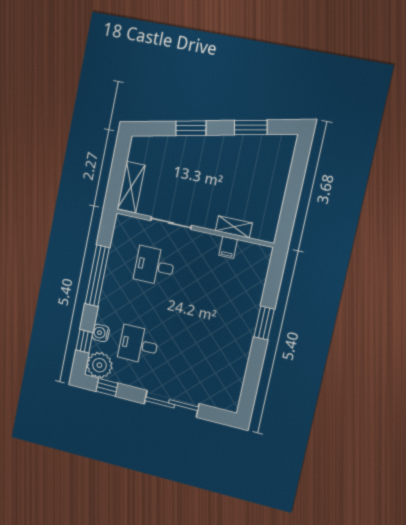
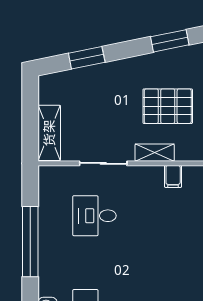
window: (191, 128) -> (87, 58), moved
pallet: (237, 185) -> (168, 106), added
shelving: (234, 227) -> (155, 153), moved

